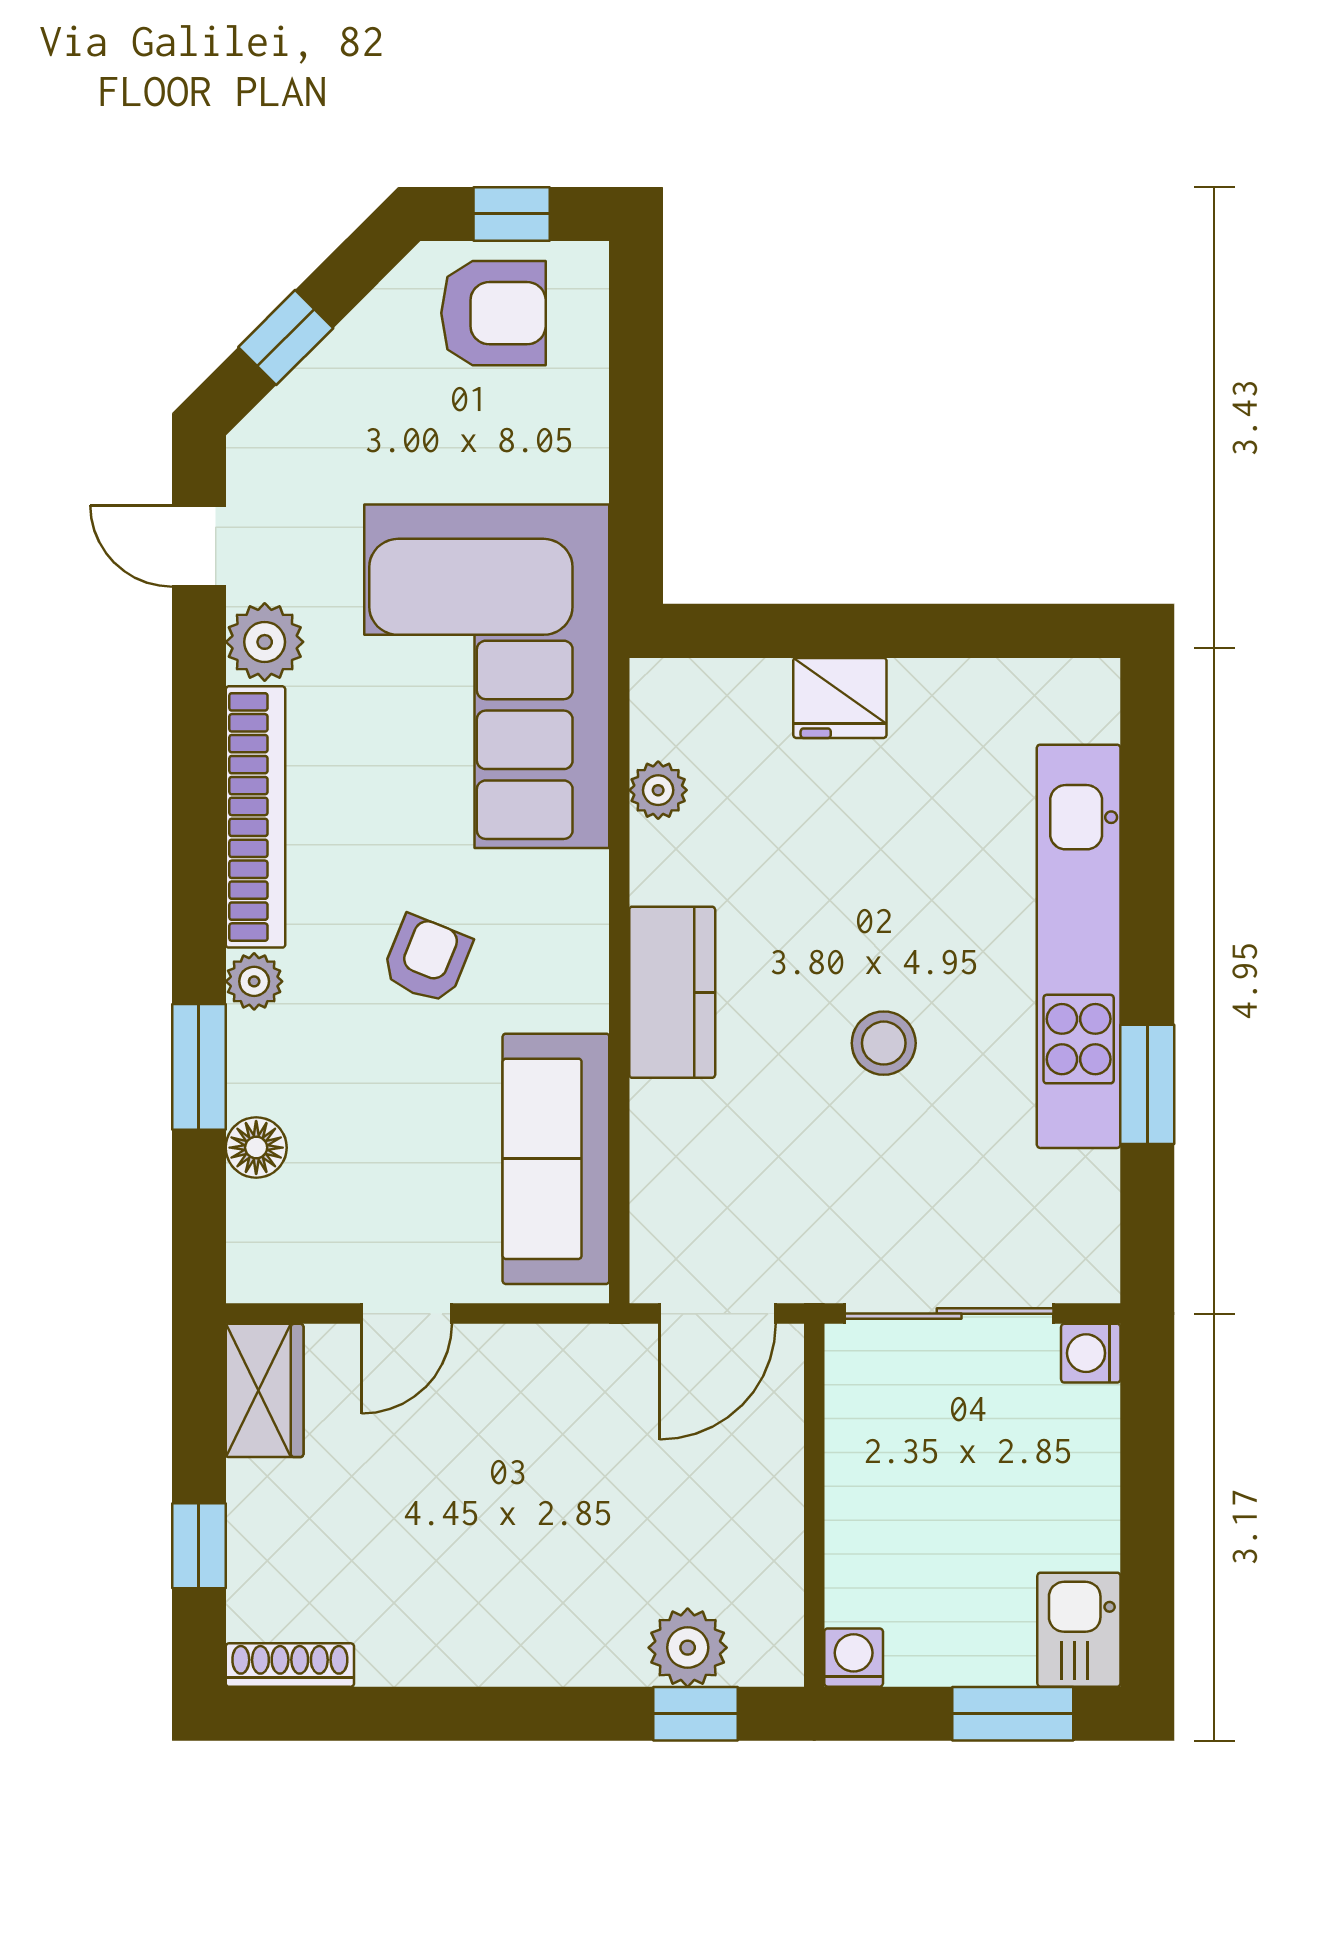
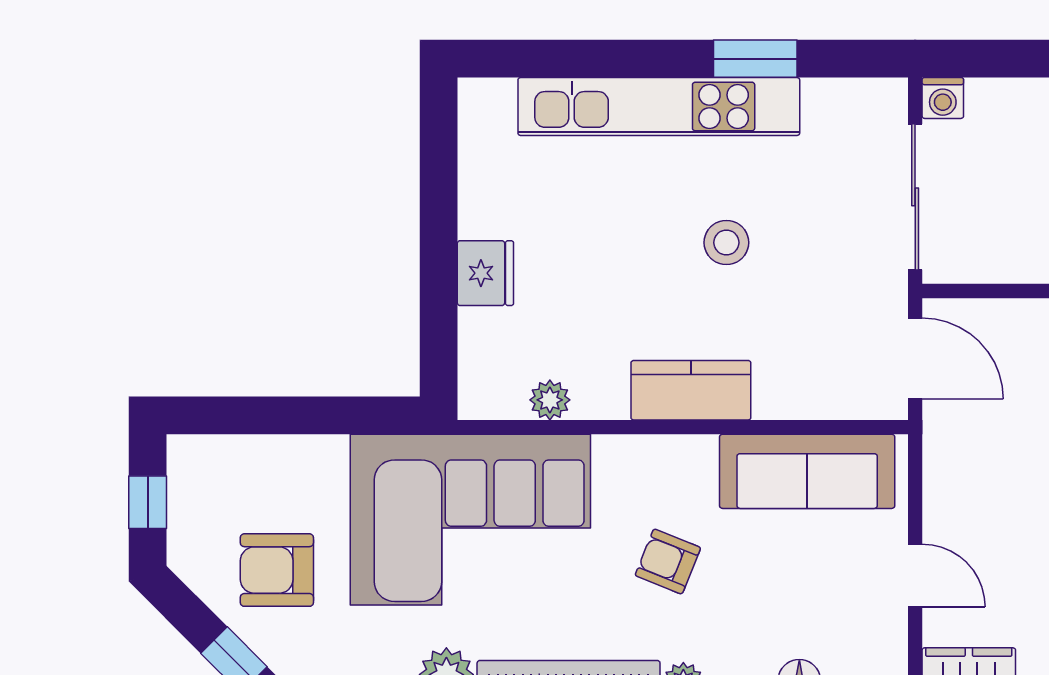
armchair: (493, 313) -> (277, 570), moved, turned -90

